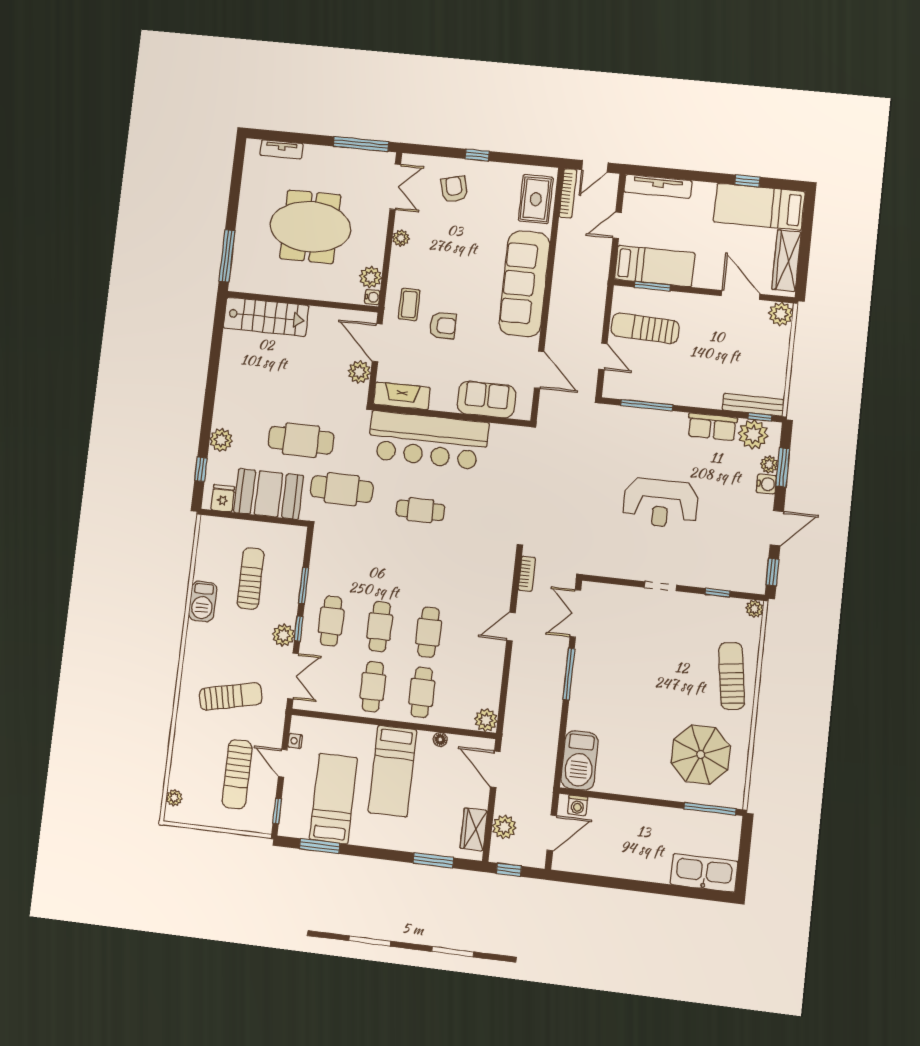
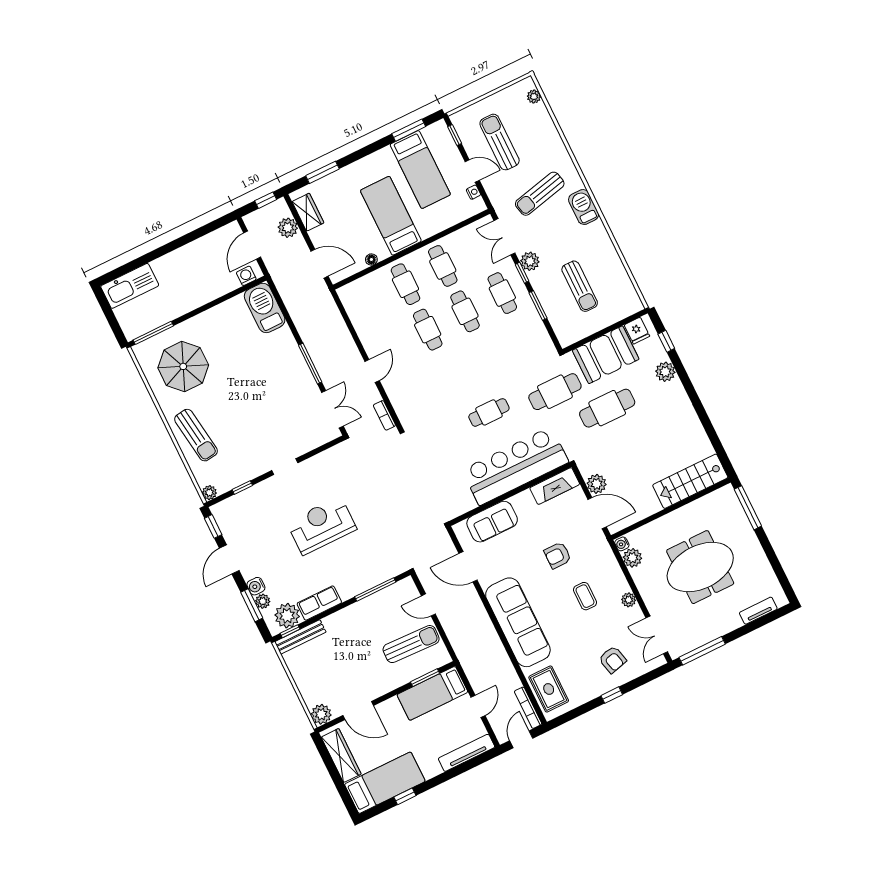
coffee table: (409, 304) -> (585, 596), moved
barbecue: (203, 601) -> (584, 207), moved
plant: (486, 720) -> (348, 294), removed

